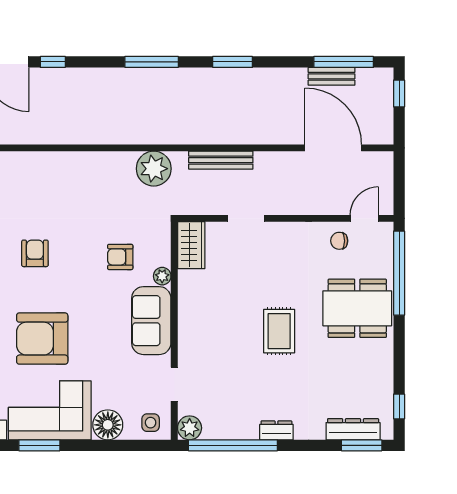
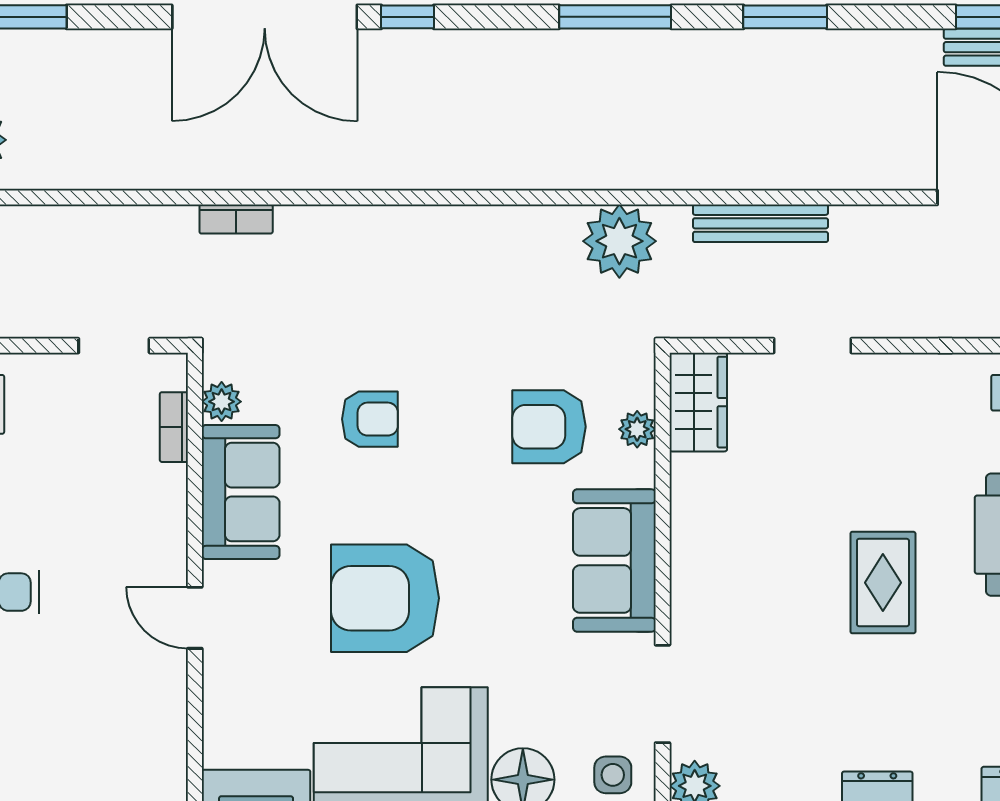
armchair: (35, 253) -> (370, 419), turned 90
armchair: (120, 257) -> (549, 427), width x1.38, depth x1.38
plant: (162, 276) -> (637, 429), moved
doorway: (174, 384) -> (663, 694), width x1.38

